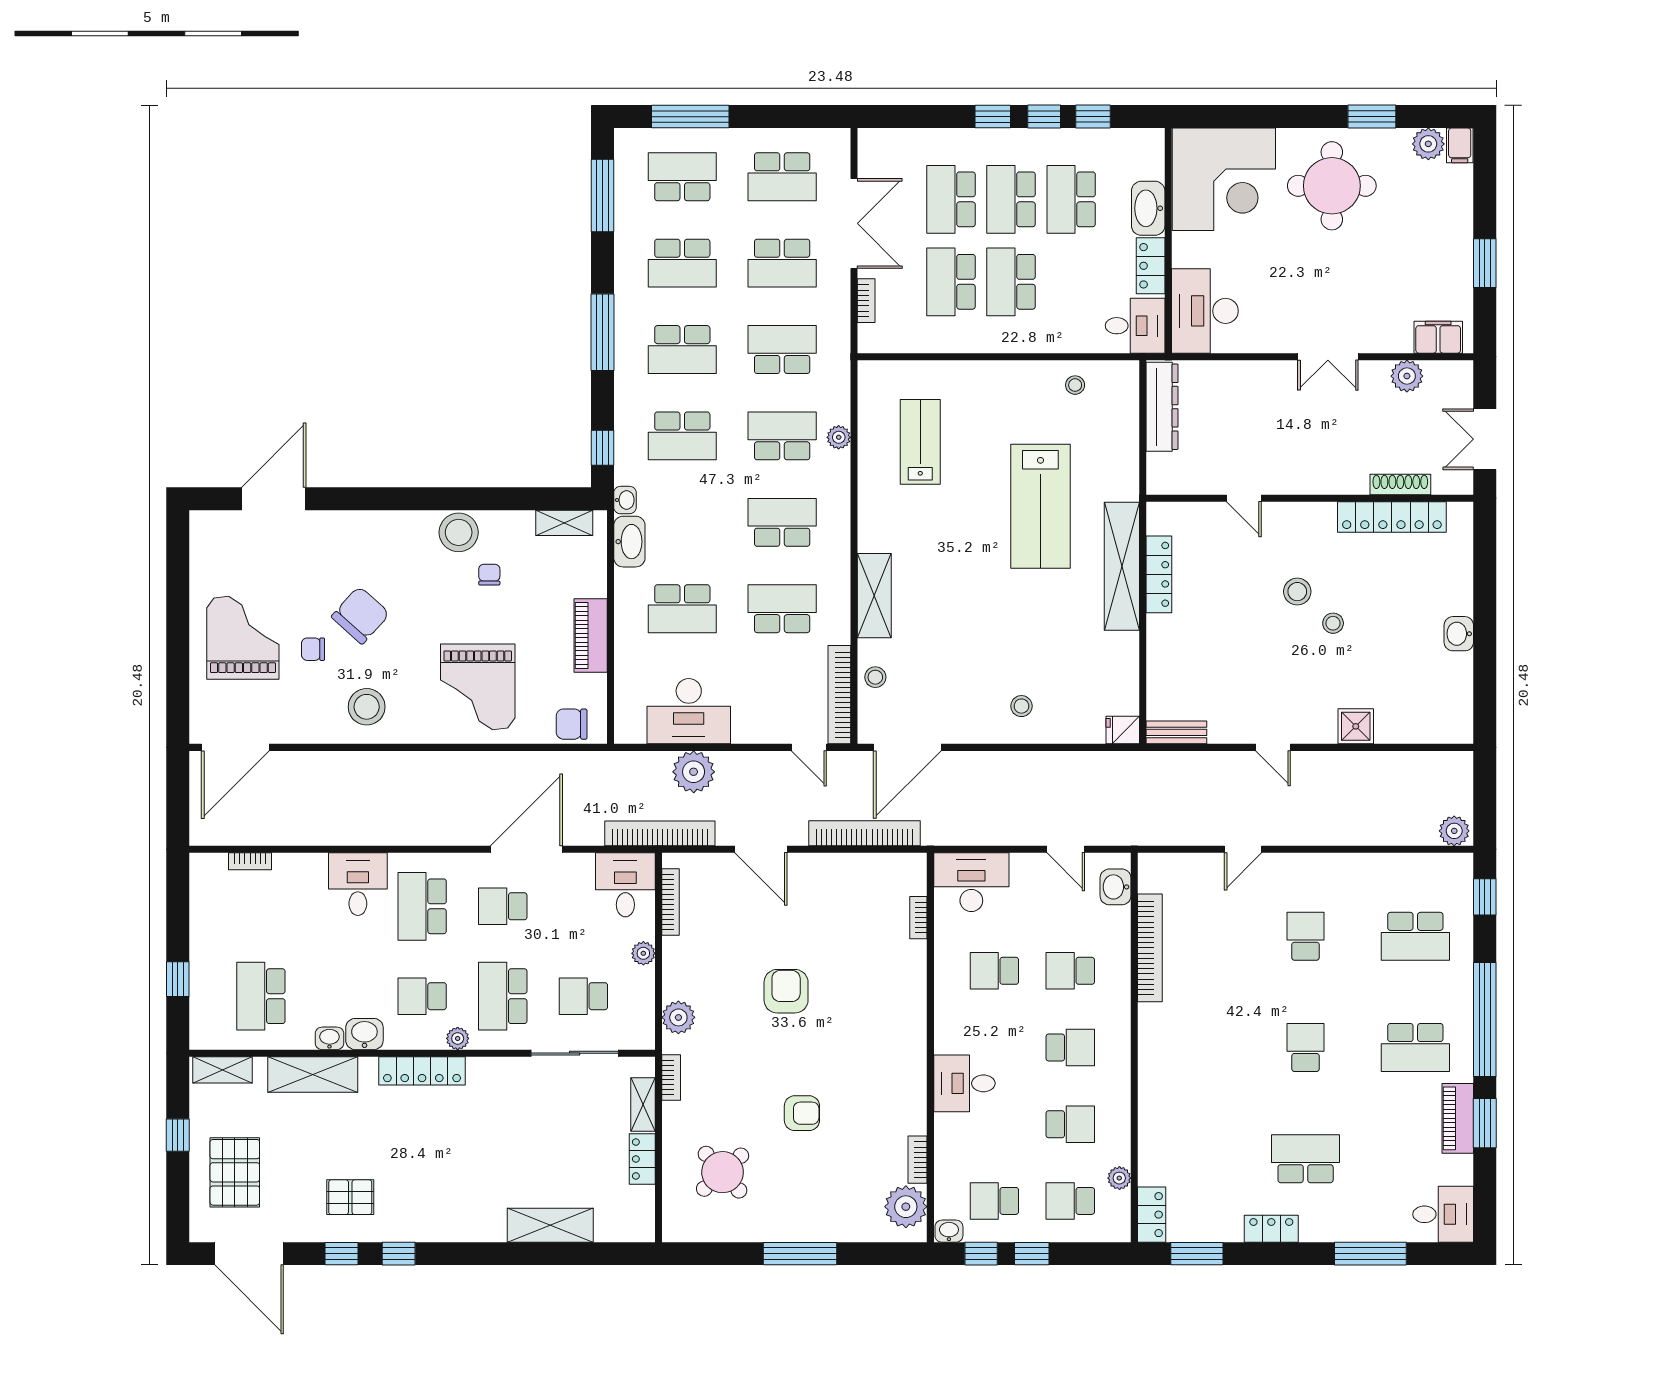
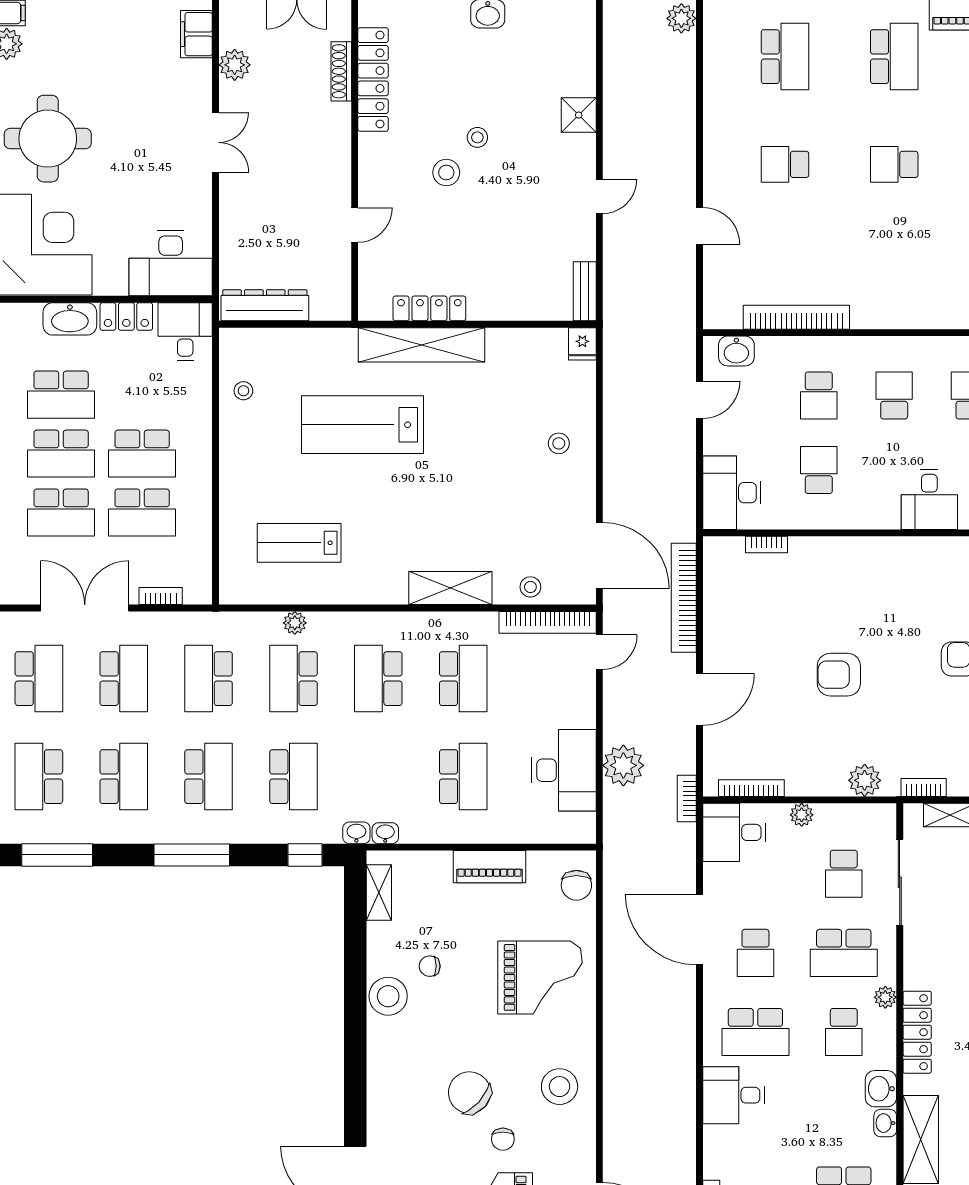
lab bench: (1040, 506) -> (363, 425), turned 180
washbasin: (629, 542) -> (385, 833), width x0.52, depth x0.69
school desk: (782, 609) -> (463, 679), turned 180
bookcase: (660, 833) -> (687, 798), width x0.43, depth x0.76
school desk: (994, 971) -> (819, 470), turned 180

